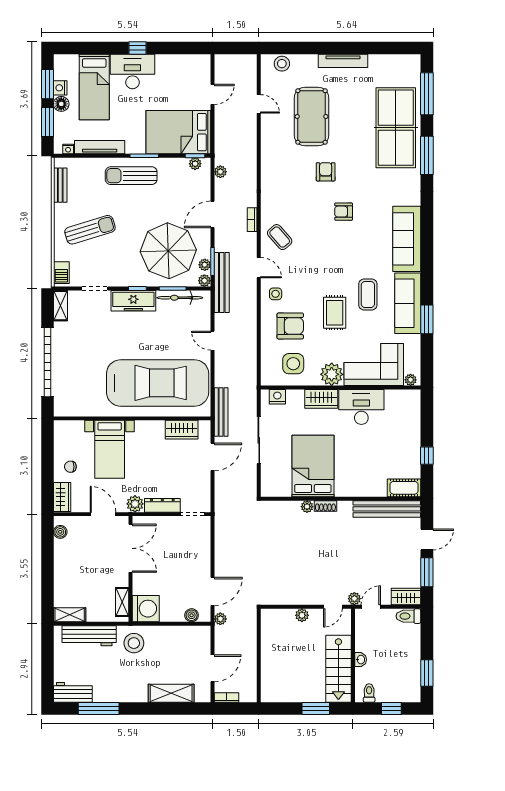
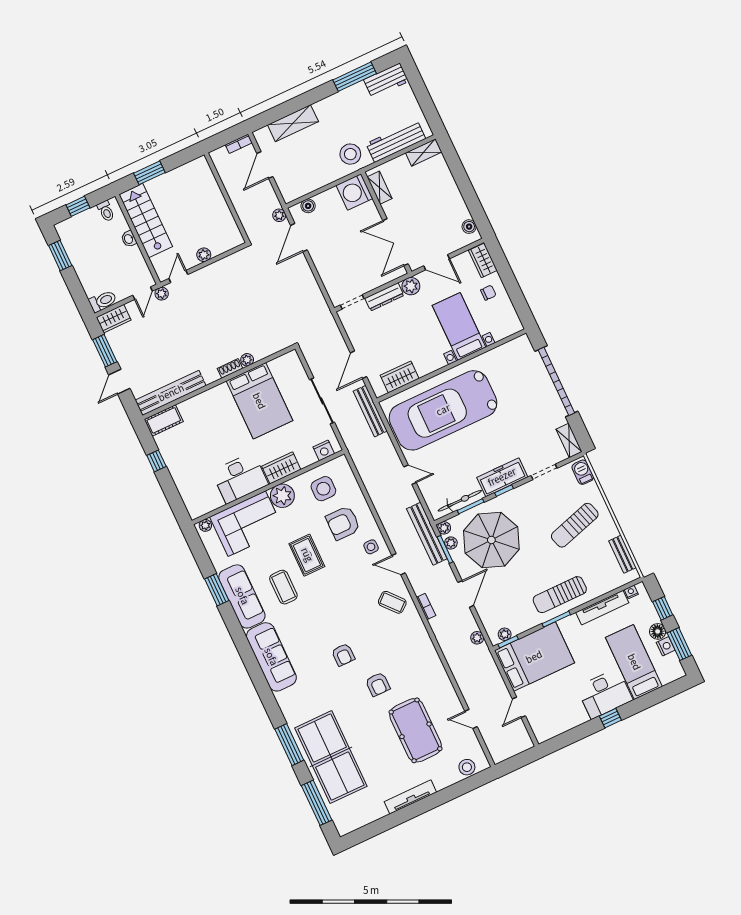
window: (47, 122) -> (663, 608), width x0.67
sun lounger: (131, 176) -> (560, 595), turned 180
armchair: (344, 212) -> (343, 655), turned 90

